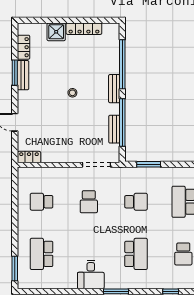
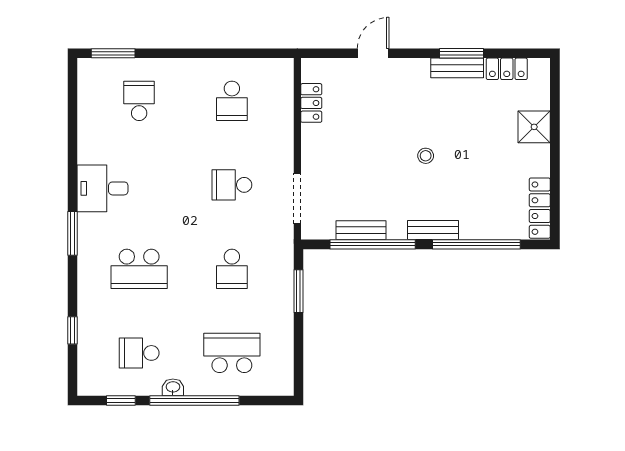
locker: (84, 29) -> (540, 208), moved
locker: (29, 157) -> (311, 103), moved
school desk: (42, 202) -> (232, 101), turned 180
school desk: (42, 254) -> (139, 101), width x0.54

